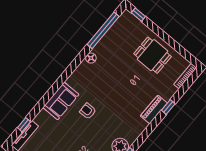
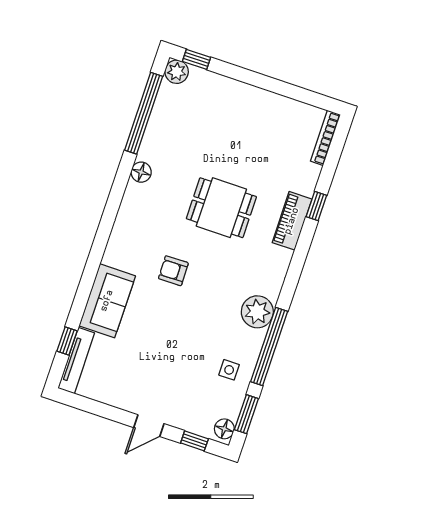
plant: (127, 17) -> (177, 72), added
dining table: (153, 55) -> (221, 208), moved
sofa: (61, 101) -> (107, 301), moved

